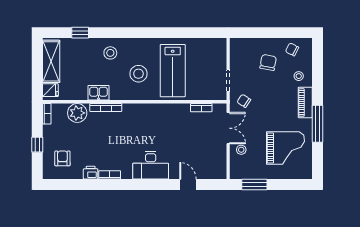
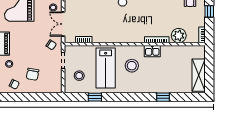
window: (80, 33) -> (163, 97), moved
window: (187, 33) -> (95, 97), added
stool: (110, 53) -> (79, 76), moved
lab bench: (173, 71) -> (106, 68), turned 180
fridge: (50, 90) -> (199, 53), removed
kitchen sink: (99, 93) -> (152, 51), moved

